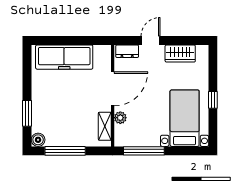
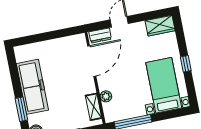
wardrobe: (180, 54) -> (160, 26), moved
freezer: (64, 57) -> (32, 87), moved, turned -90
door: (113, 89) -> (92, 61), moved

